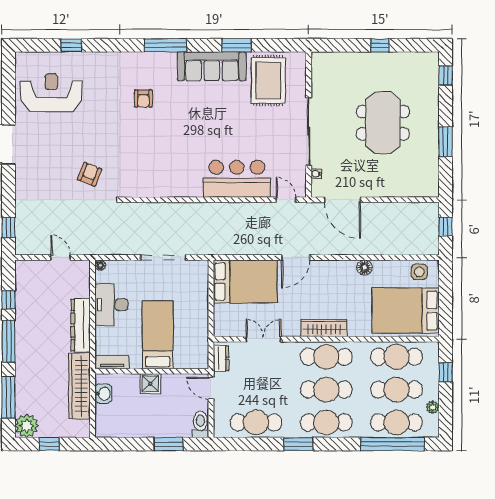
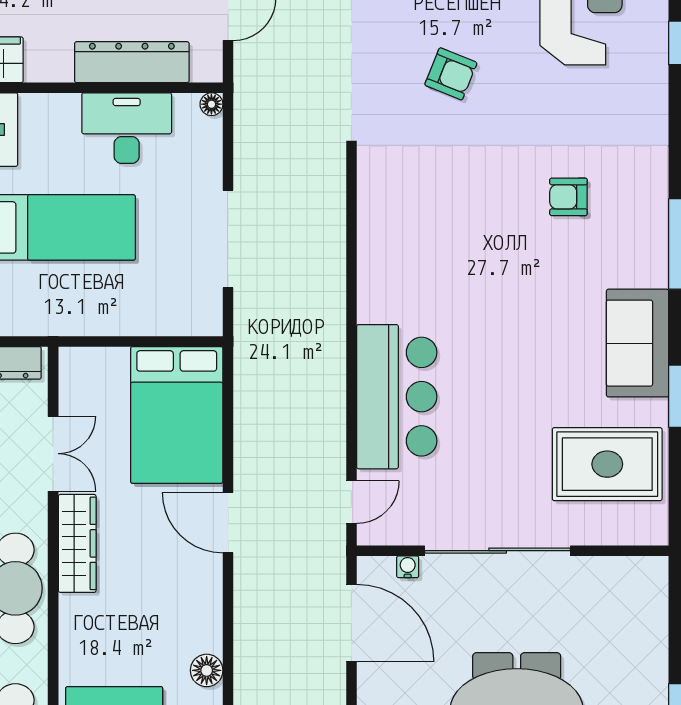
sofa: (212, 66) -> (638, 343), width x0.73
armchair: (90, 174) -> (451, 74), moved
door: (342, 200) -> (351, 623), swing flipped
dresser: (81, 325) -> (132, 62), moved
wardrobe: (324, 328) -> (77, 543), moved

